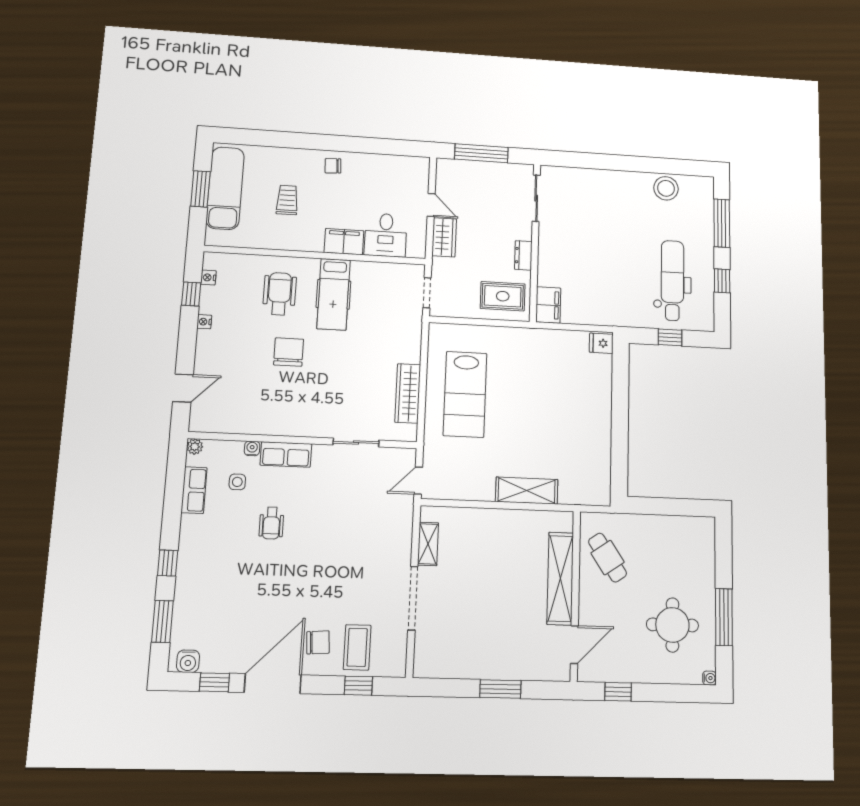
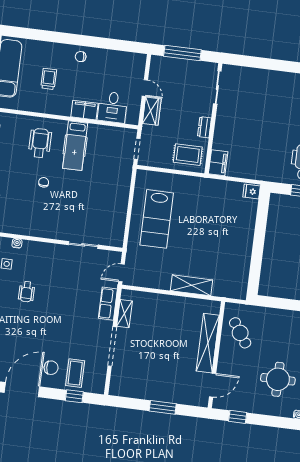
chair: (289, 352) -> (44, 182), width x0.54, depth x0.54
wardrobe: (408, 393) -> (119, 216), removed
row of seats: (286, 454) -> (108, 304), moved, turned 90

